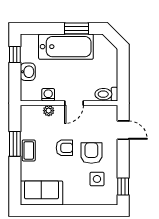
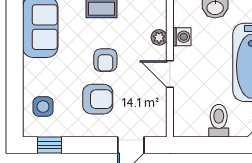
toilet: (106, 94) -> (219, 121), moved
side table: (97, 179) -> (43, 107), moved

